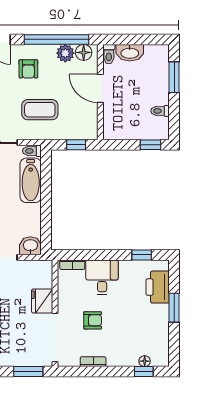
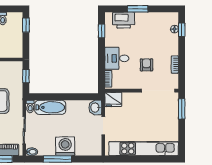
fridge: (42, 301) -> (113, 99), moved

